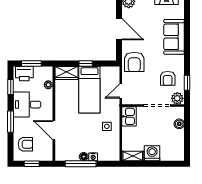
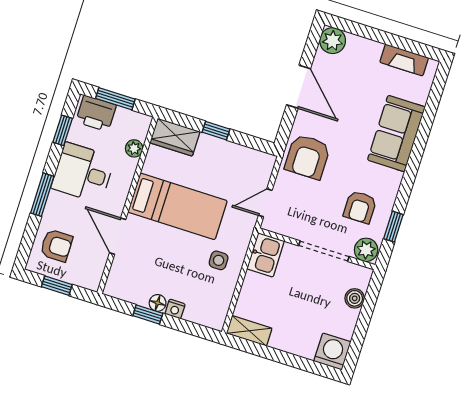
bed: (89, 90) -> (178, 206), moved, turned -90
washing machine: (152, 153) -> (332, 351), moved
window: (81, 164) -> (148, 314), width x0.46

